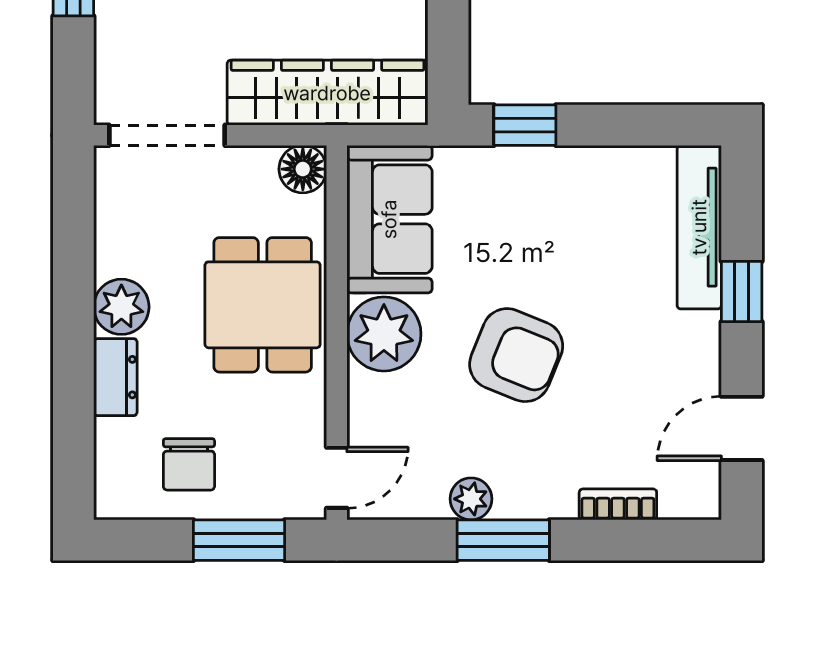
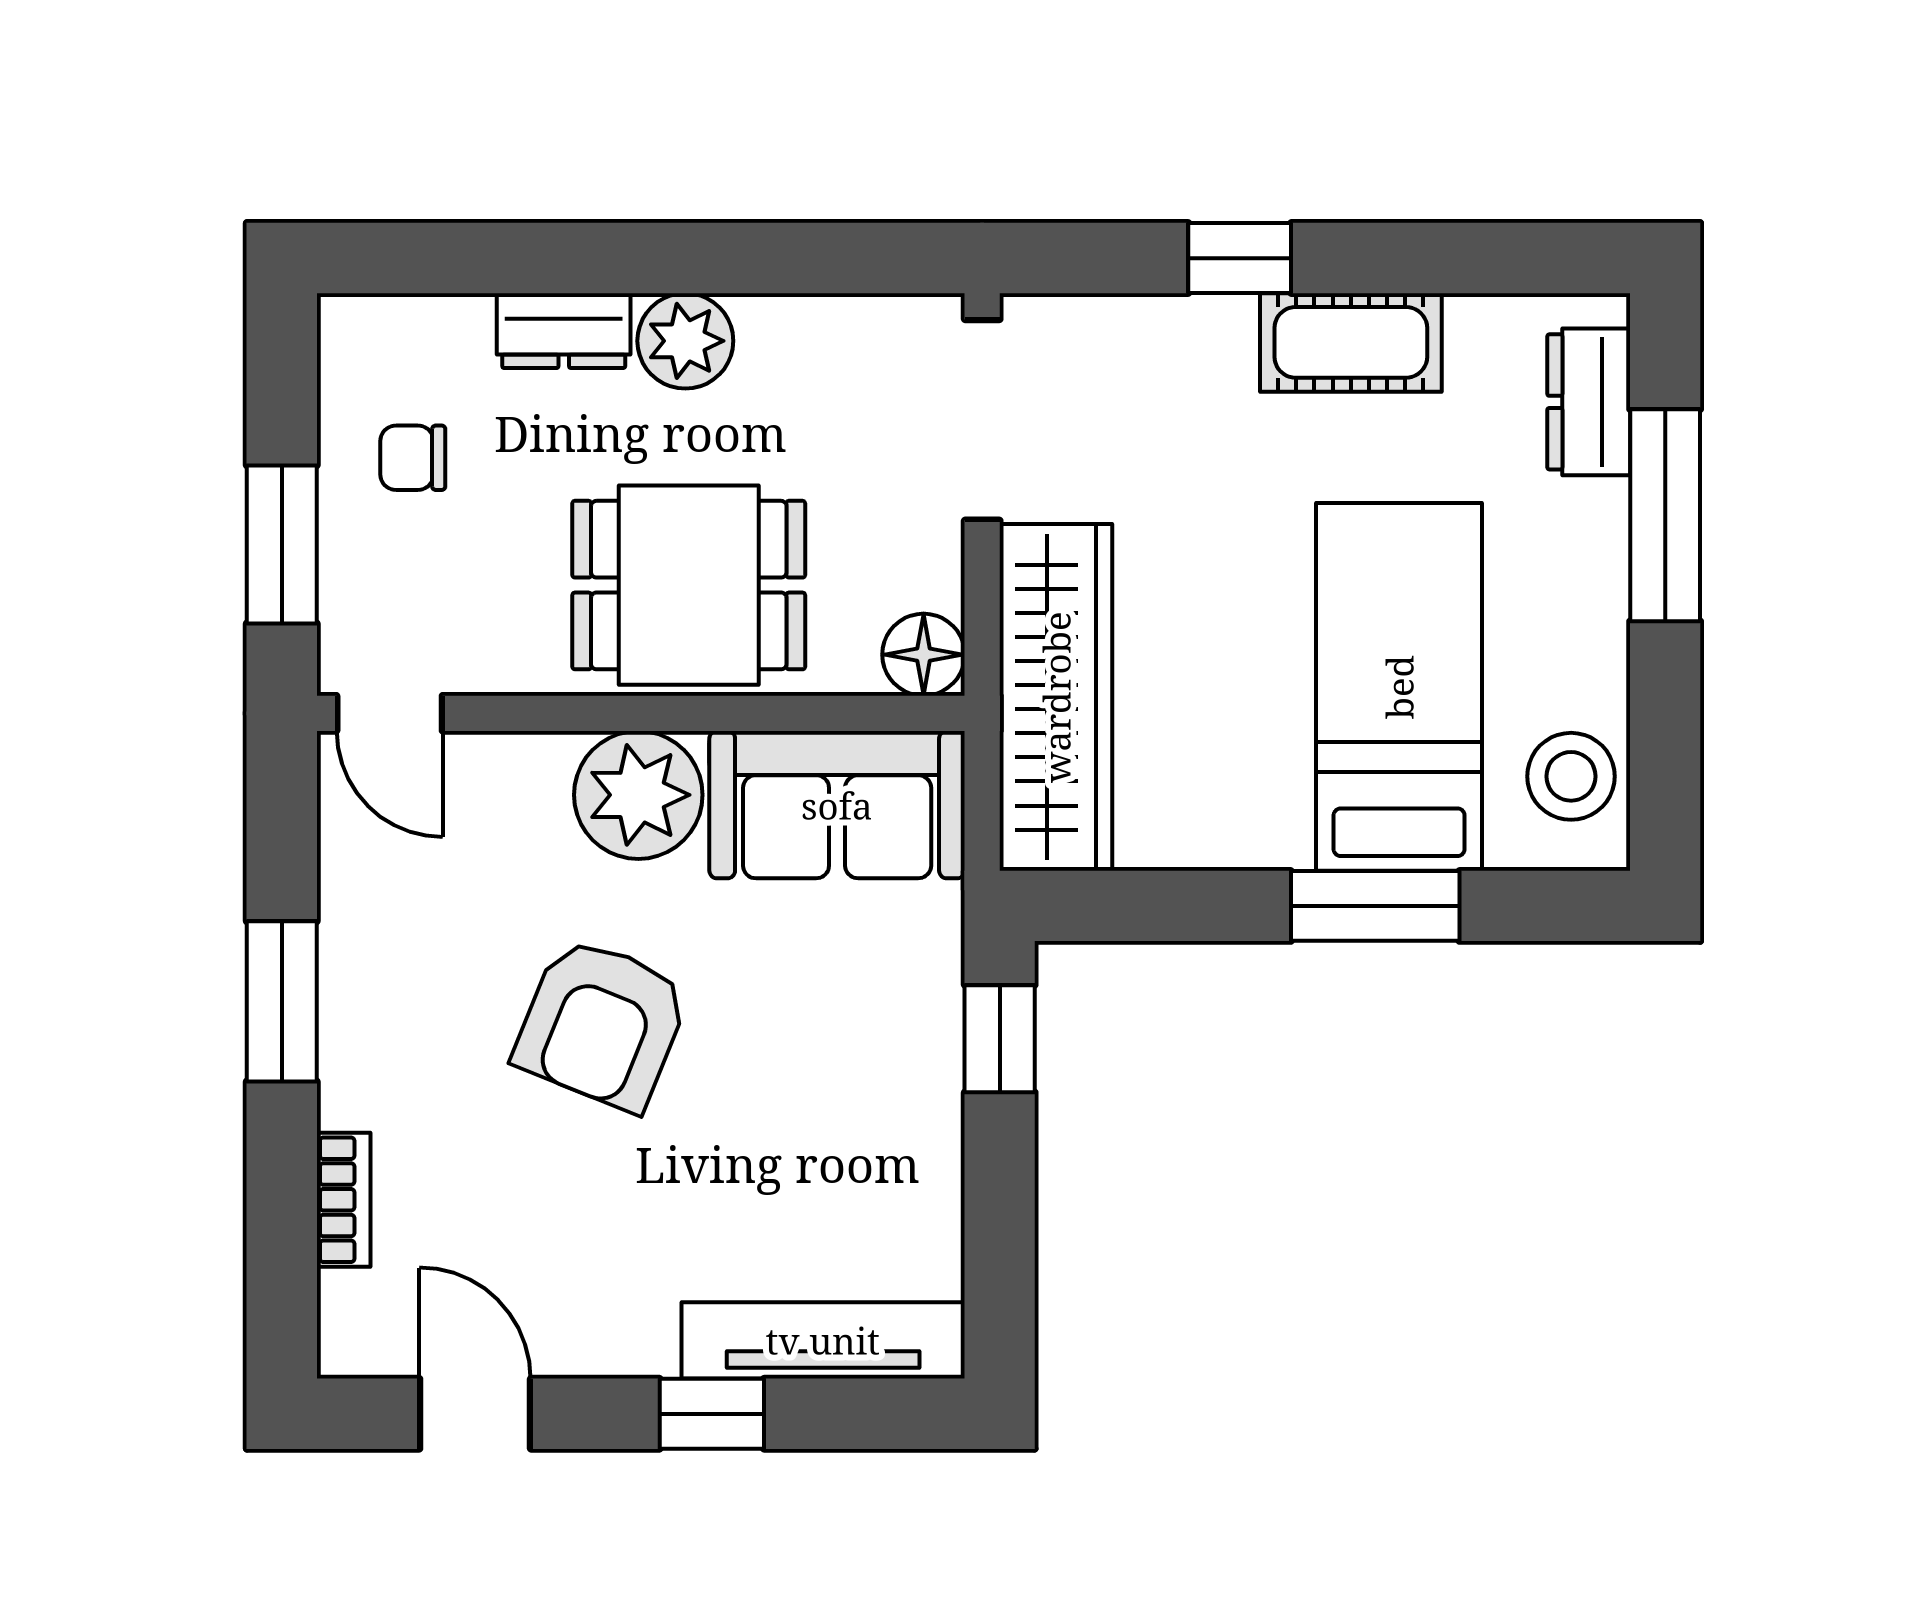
chair: (189, 464) -> (413, 458), width x0.73, depth x0.73
plant: (471, 499) -> (353, 946), removed

